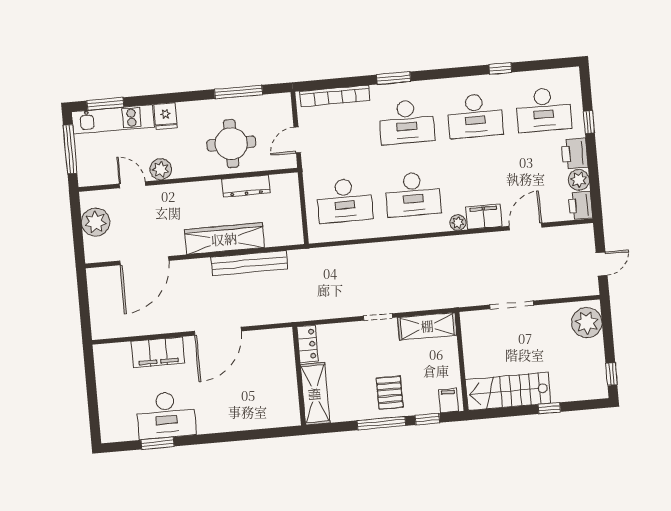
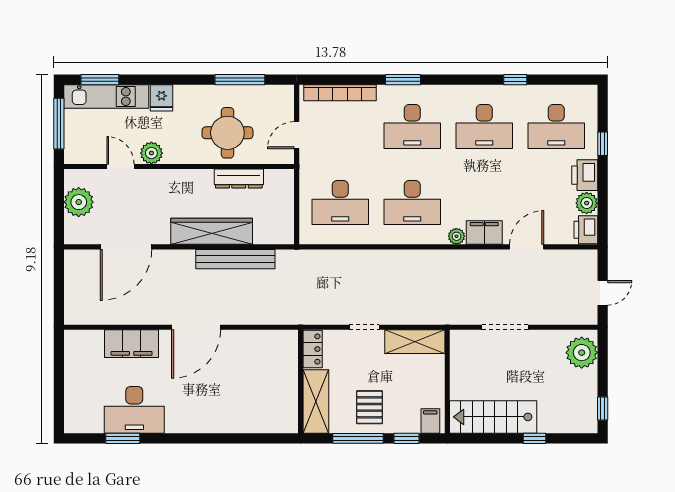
locker: (308, 344) -> (313, 349), moved
wall: (299, 376) -> (301, 381), moved
shelving: (315, 394) -> (316, 401), moved

